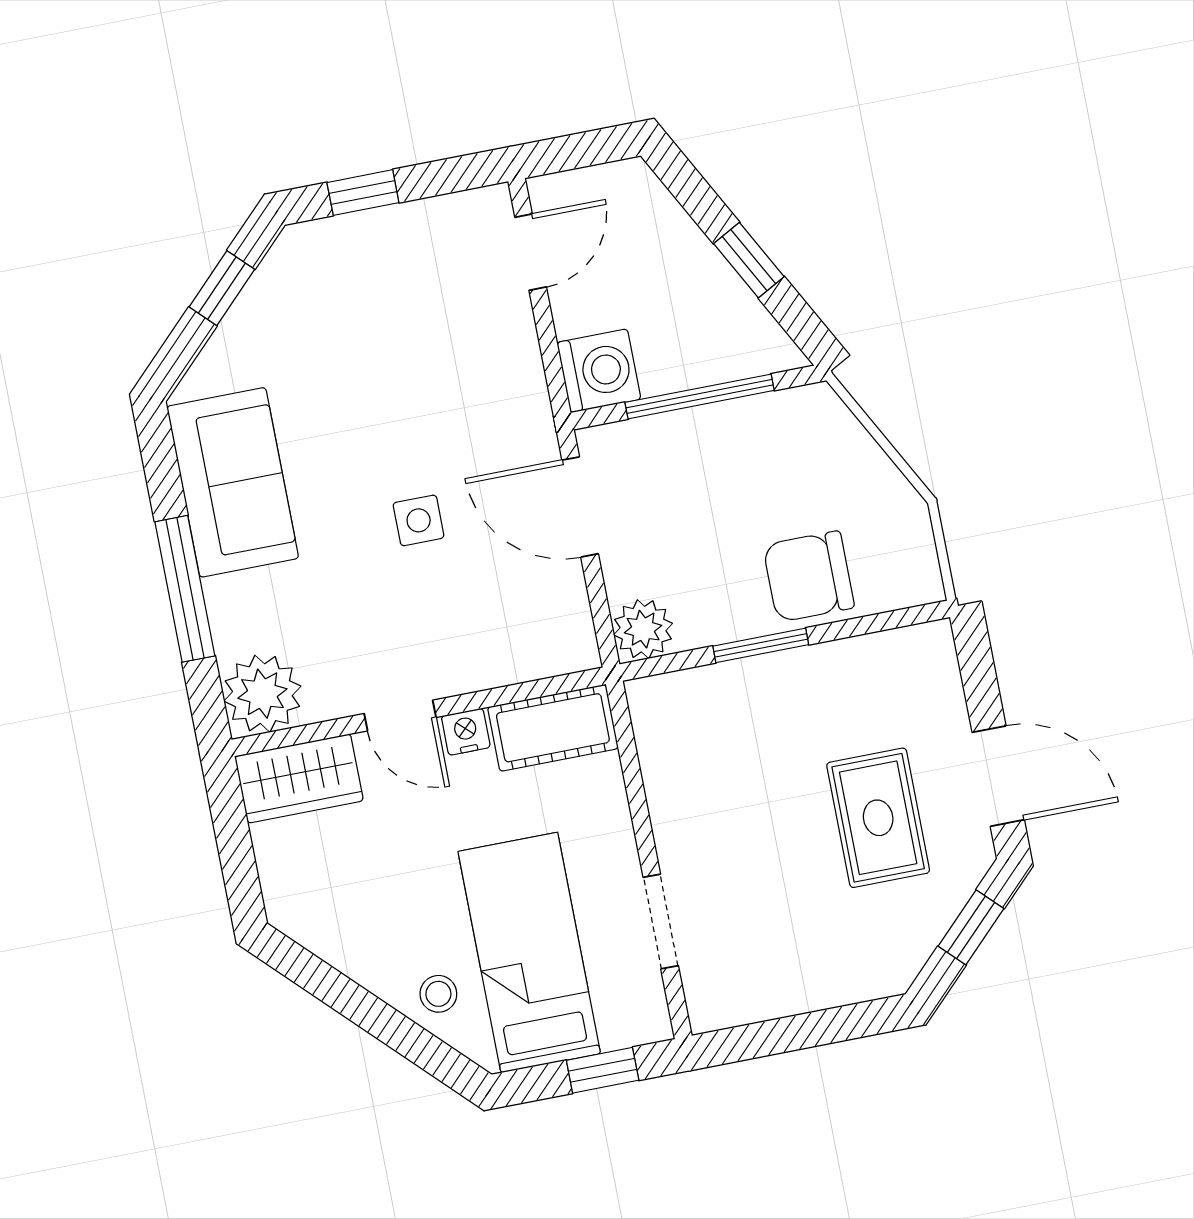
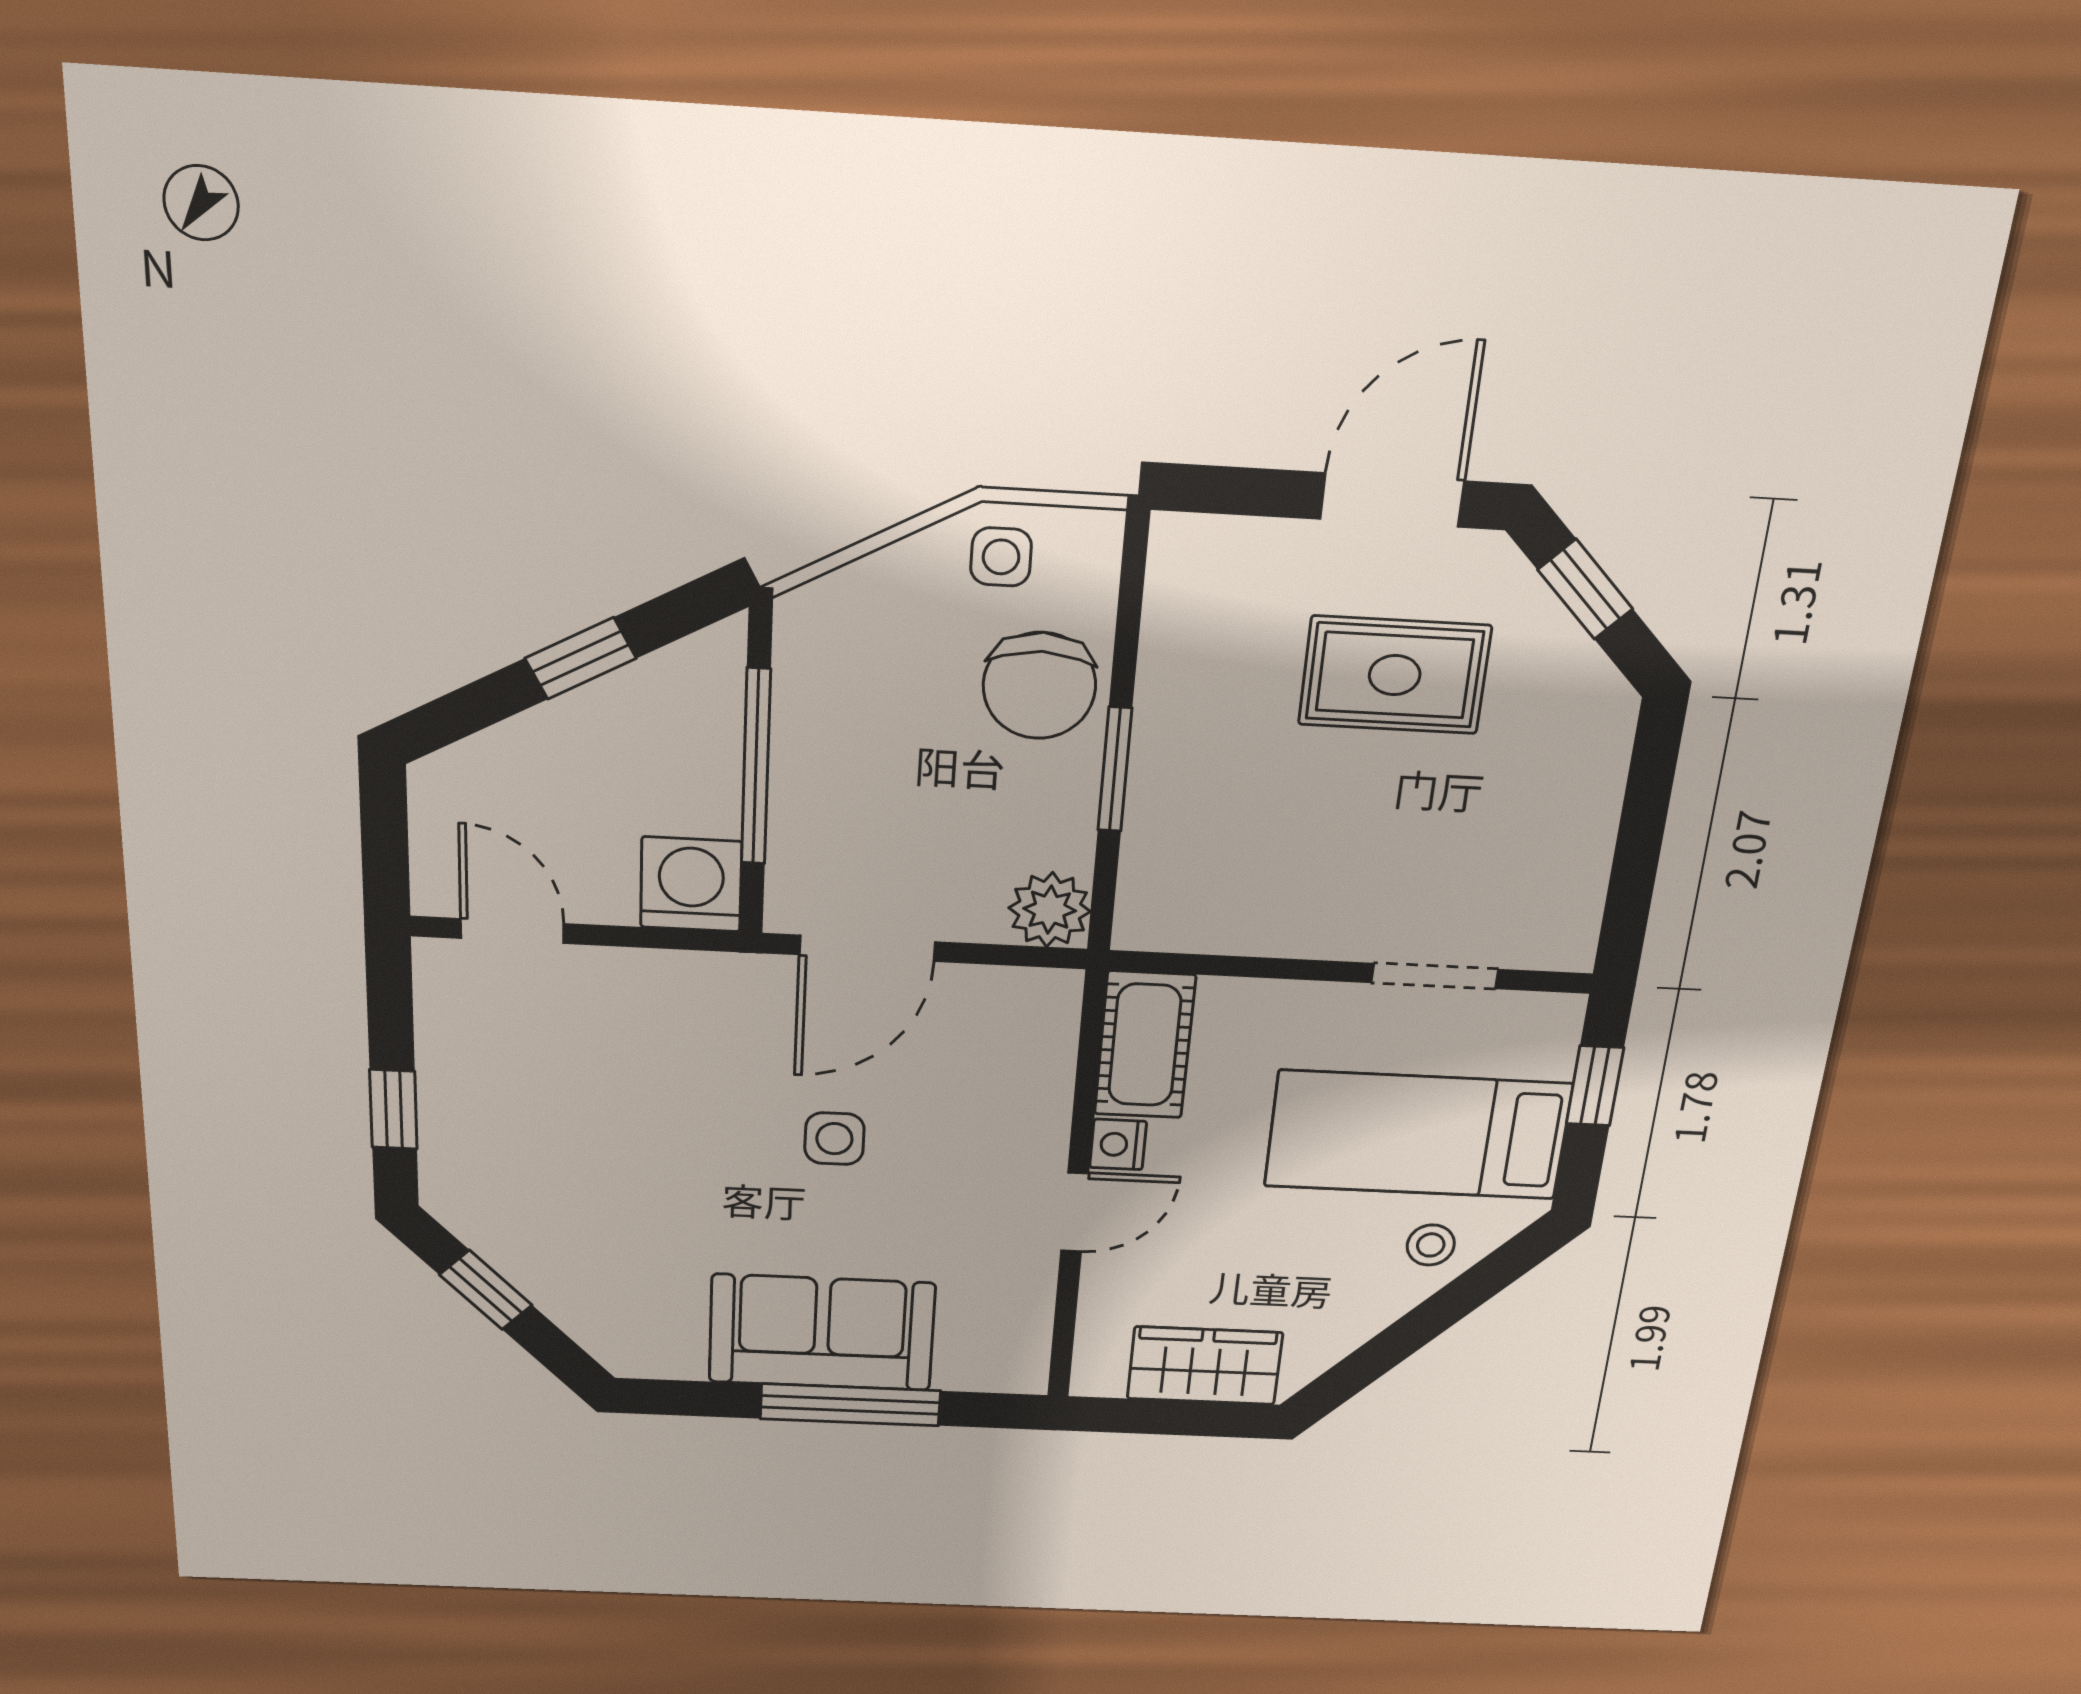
sofa: (233, 482) -> (822, 1333), moved
side table: (893, 526) -> (1001, 557), added
plant: (262, 694) -> (1002, 1352), removed
wardrobe: (299, 779) -> (1205, 1366), moved, turned -90

